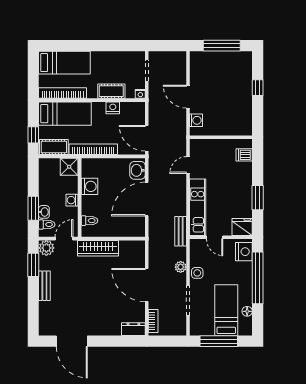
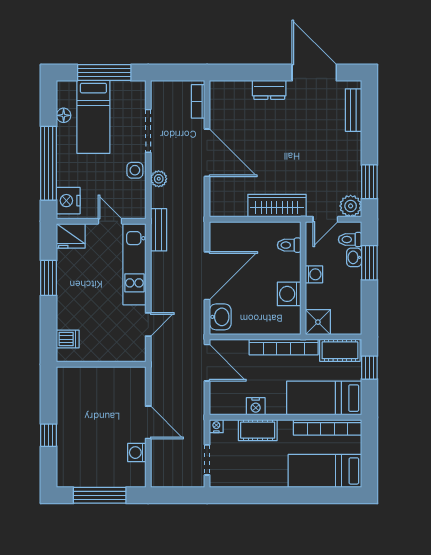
washing machine: (196, 120) -> (137, 453), moved
bench: (44, 286) -> (353, 110), moved
dresser: (133, 329) -> (269, 90), moved

